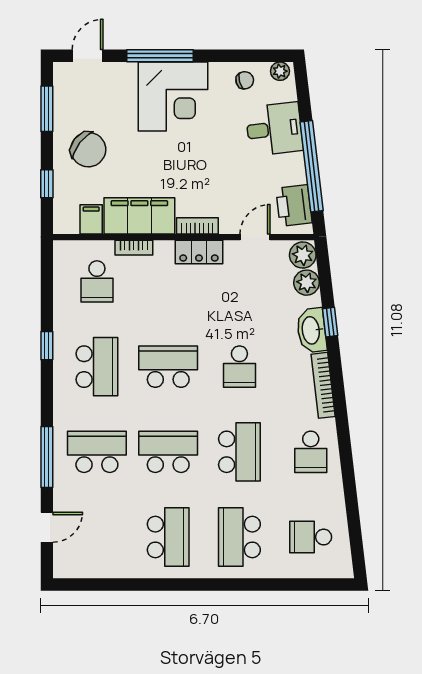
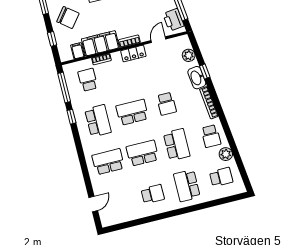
plant: (303, 255) -> (226, 154), moved
school desk: (97, 281) -> (88, 80), turned 180
window: (47, 457) -> (64, 87), moved
school desk: (168, 537) -> (153, 194), width x0.54
school desk: (311, 537) -> (221, 177), turned 180

